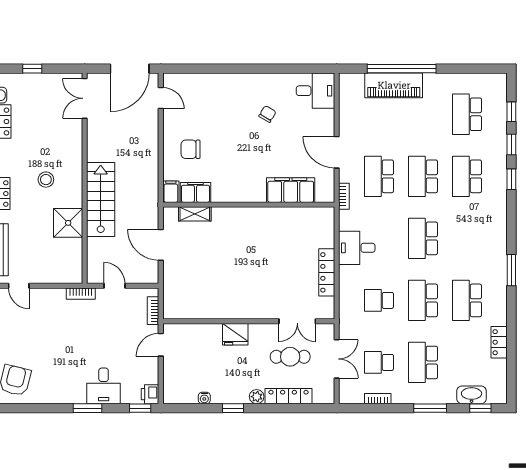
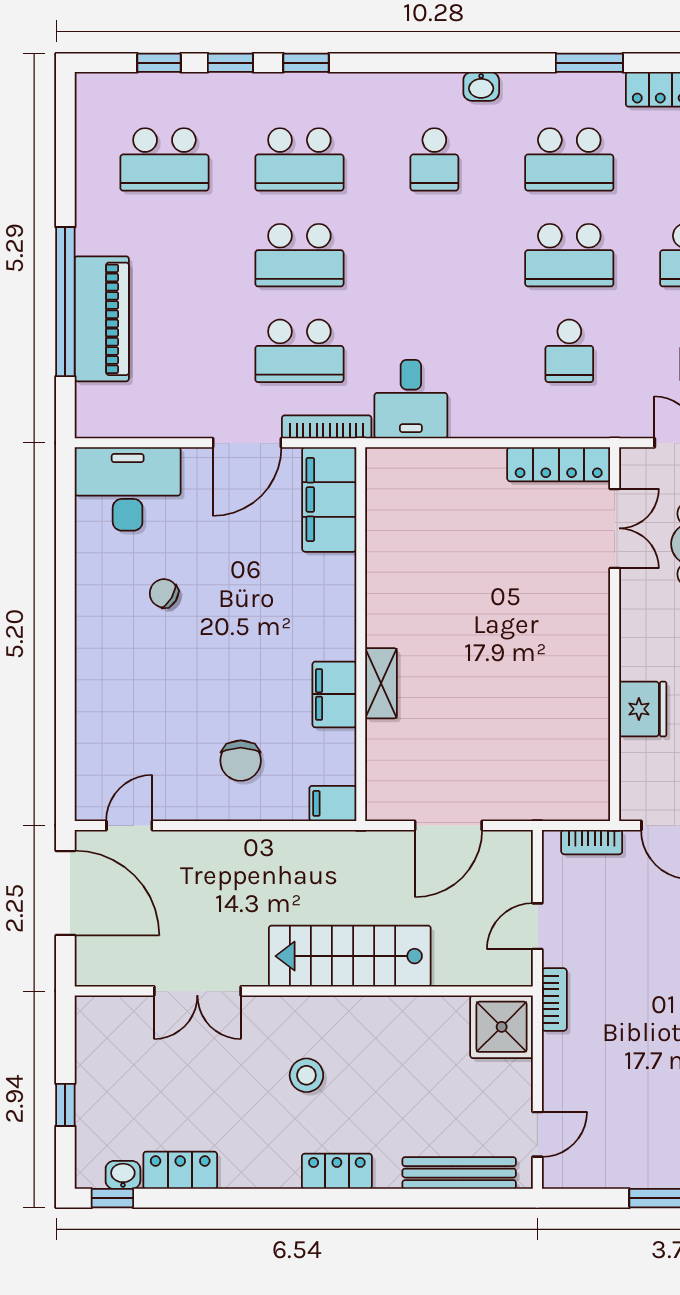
desk: (315, 91) -> (128, 489), width x1.37
double door: (85, 98) -> (197, 991), moved
filing cabinet: (291, 190) -> (329, 499), moved
filing cabinet: (195, 192) -> (334, 694), moved
bookcase: (344, 196) -> (327, 427), width x1.56
shelving: (195, 214) -> (381, 683), moved
shower: (68, 223) -> (502, 1027), moved
school desk: (423, 238) -> (434, 159), moved, width x0.54
desk: (357, 248) -> (411, 399), moved
washbasin: (501, 260) -> (481, 86), added
window: (511, 270) -> (589, 63), moved
locker: (327, 272) -> (559, 464), moved
fridge: (235, 334) -> (643, 709), moved

